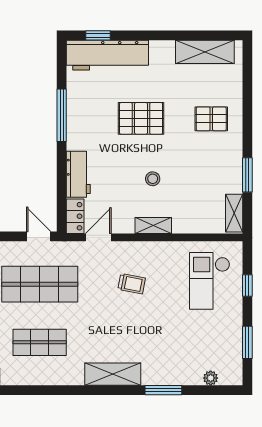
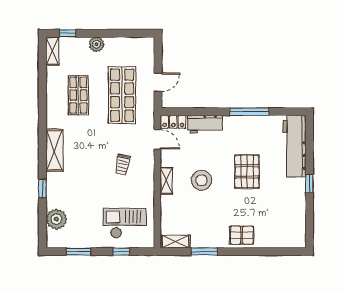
window: (98, 35) -> (309, 184), moved
shelving: (205, 52) -> (297, 220), removed
pallet: (211, 119) -> (242, 235), moved, turned 90
stool: (153, 179) -> (201, 180), width x1.89, depth x1.89
door: (39, 236) -> (158, 82), moved
plant: (211, 378) -> (56, 219), width x1.87, depth x1.87
window: (163, 390) -> (42, 188), width x0.67

